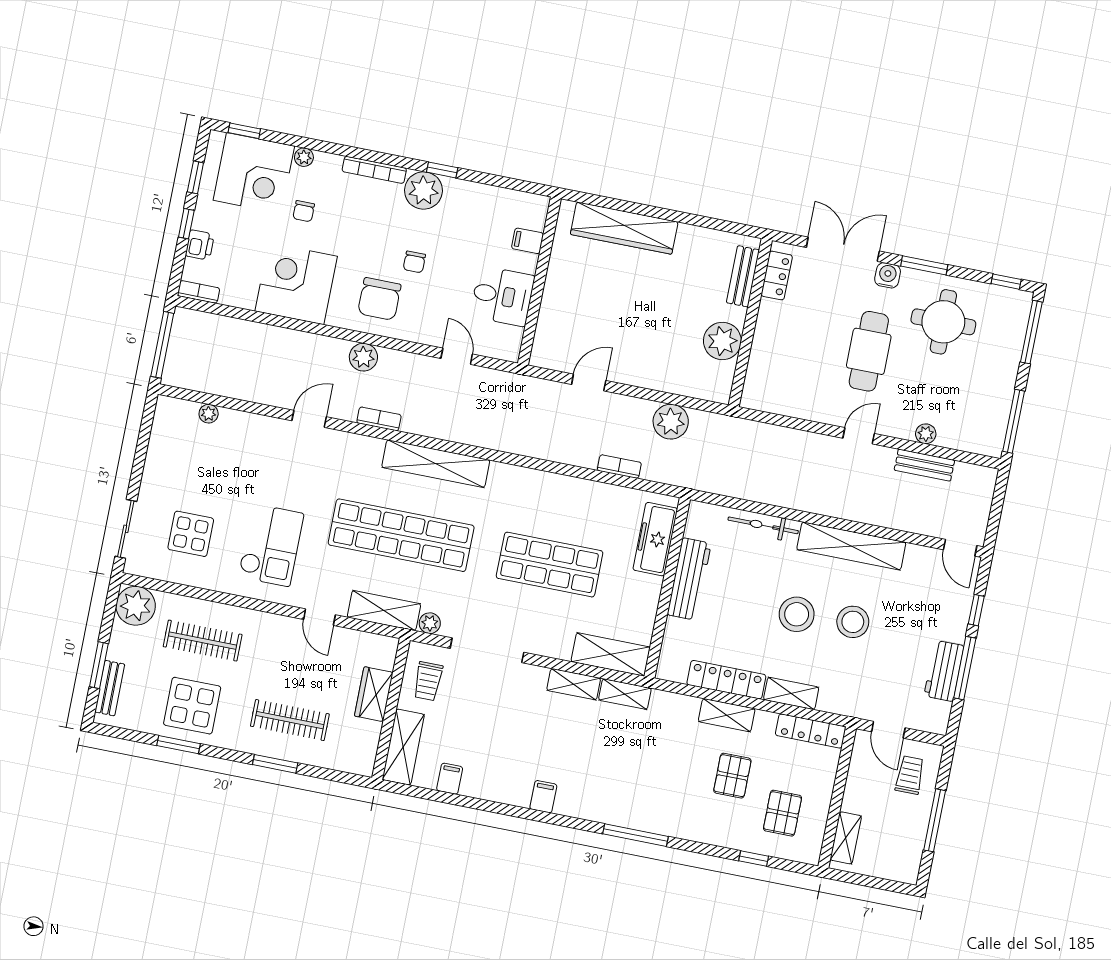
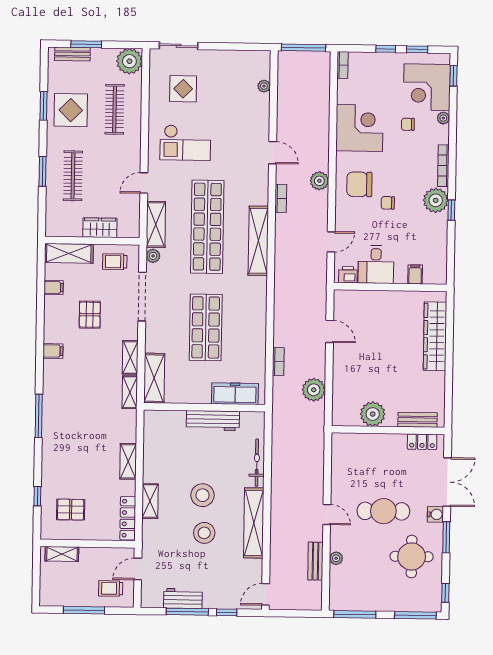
printer: (200, 245) -> (348, 275), moved, turned 180
locker: (726, 680) -> (151, 457), removed
trolley: (910, 775) -> (111, 588), turned 180
pallet: (732, 776) -> (90, 315), moved, turned 90

